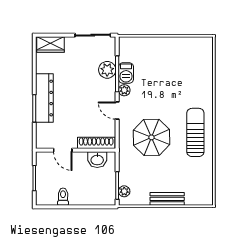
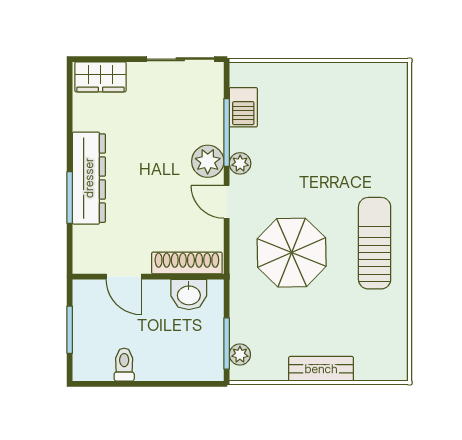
plant: (107, 70) -> (208, 161), moved
barbecue: (126, 73) -> (243, 107), moved

